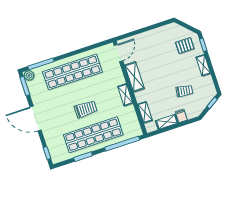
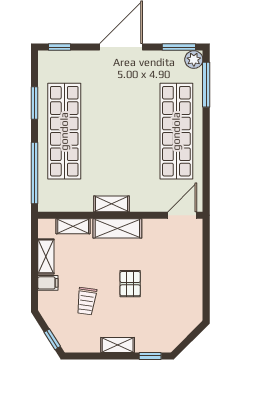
pallet: (185, 46) -> (130, 284), moved
door: (118, 53) -> (182, 215), swing flipped
shelving: (134, 77) -> (117, 228), moved
trolley: (86, 109) -> (110, 133), removed

